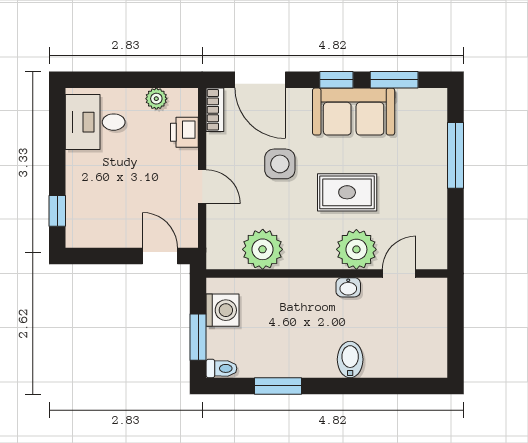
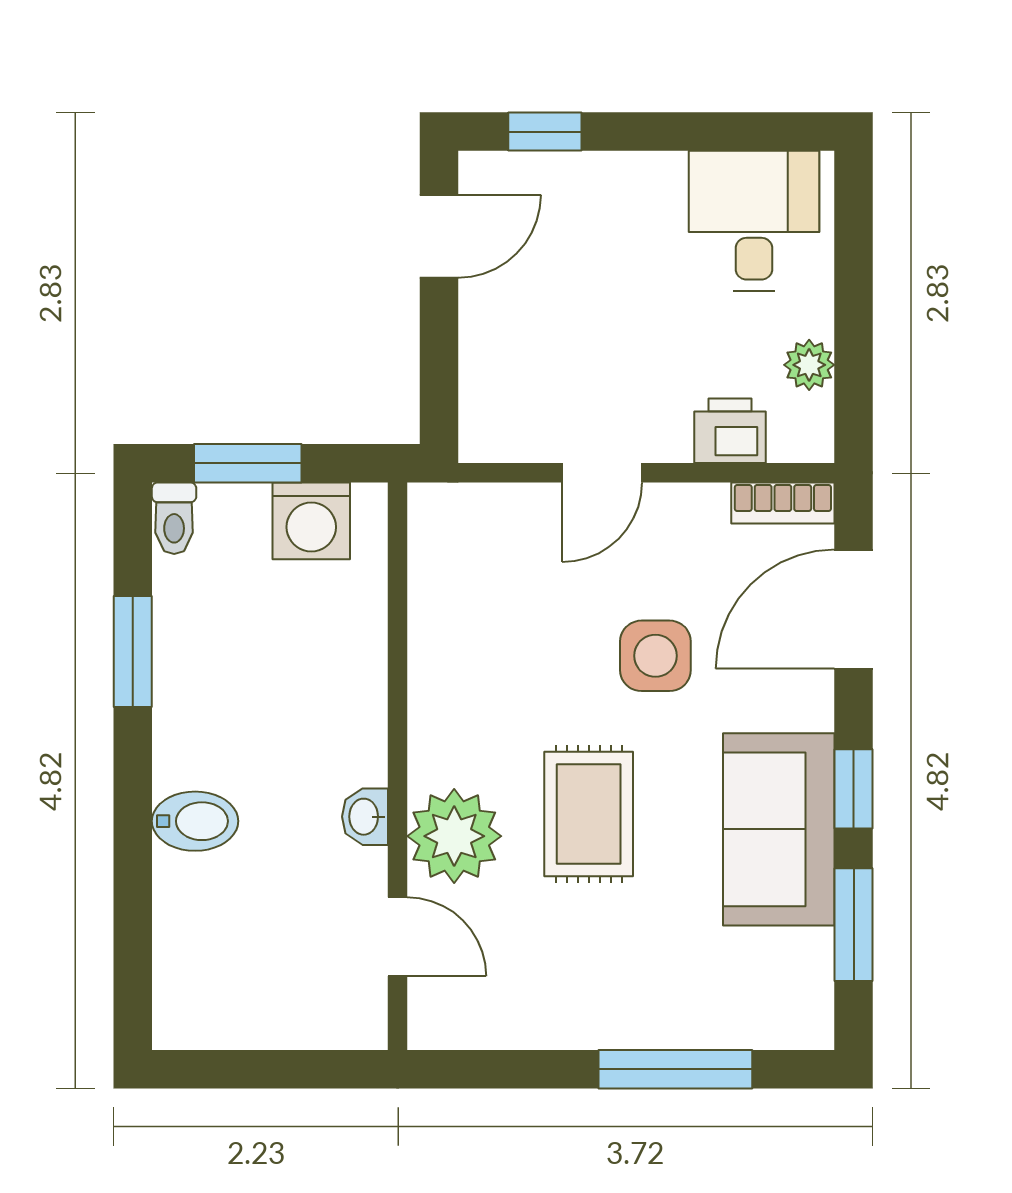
plant: (263, 249) -> (454, 615), removed
door: (160, 256) -> (439, 236), moved

